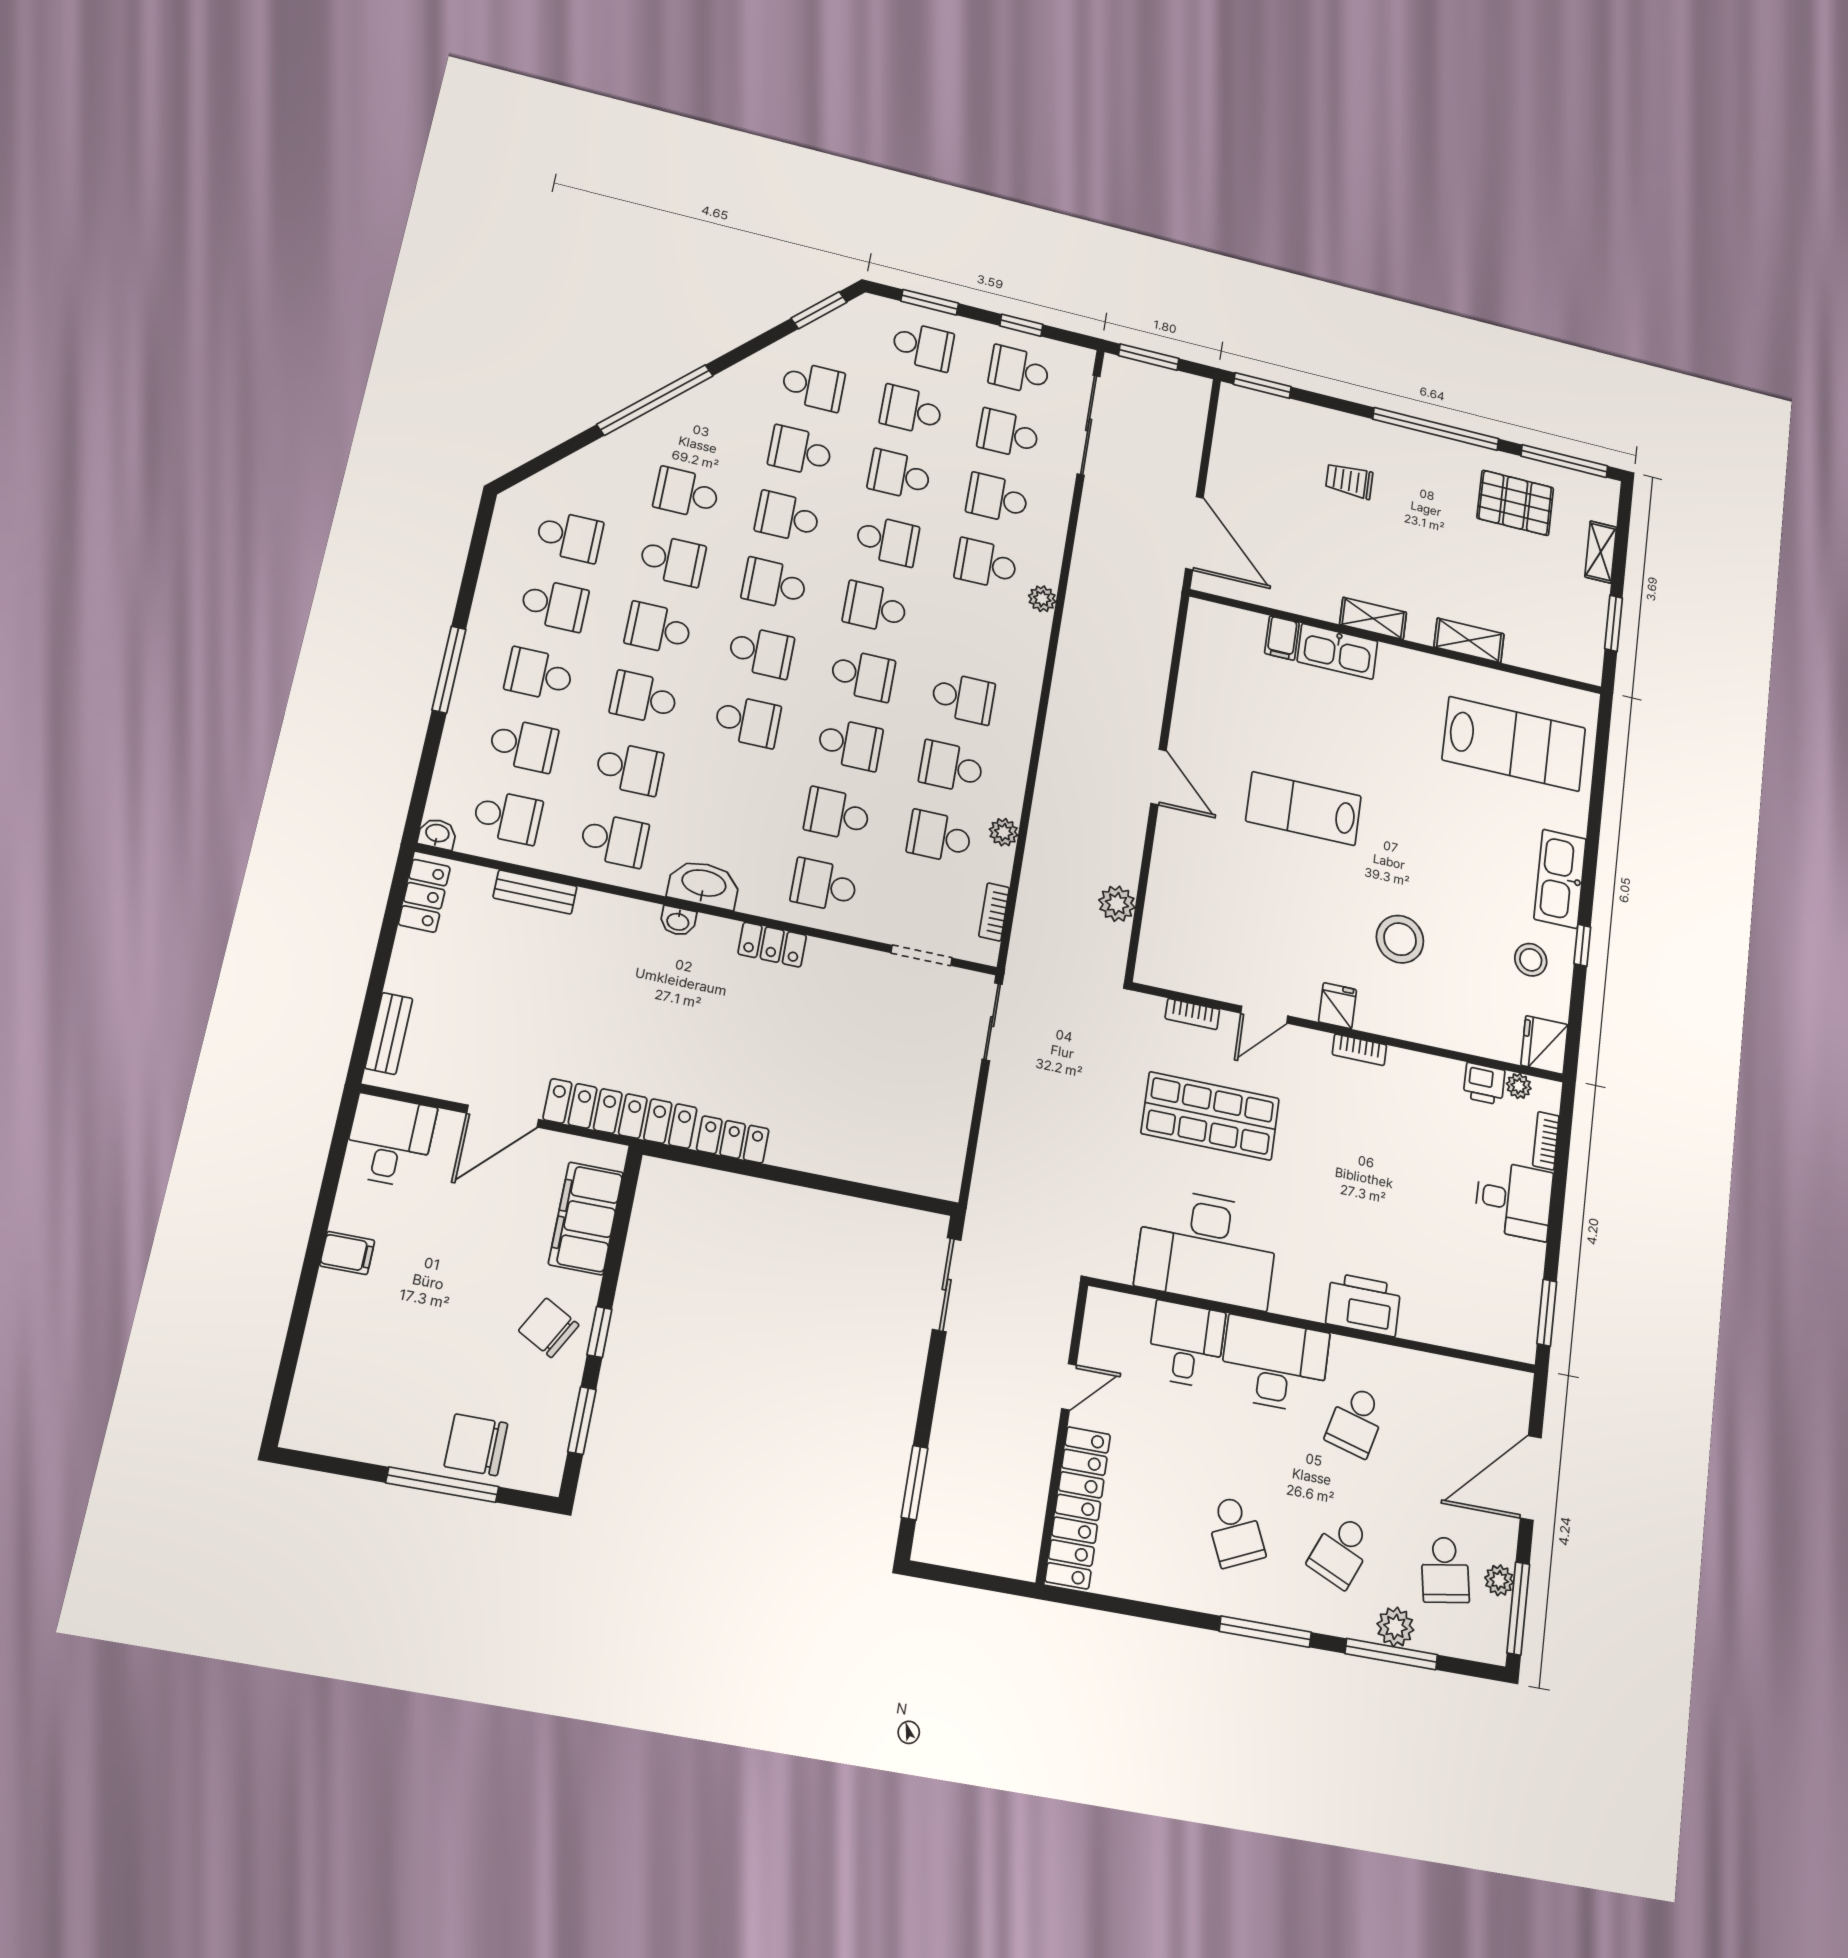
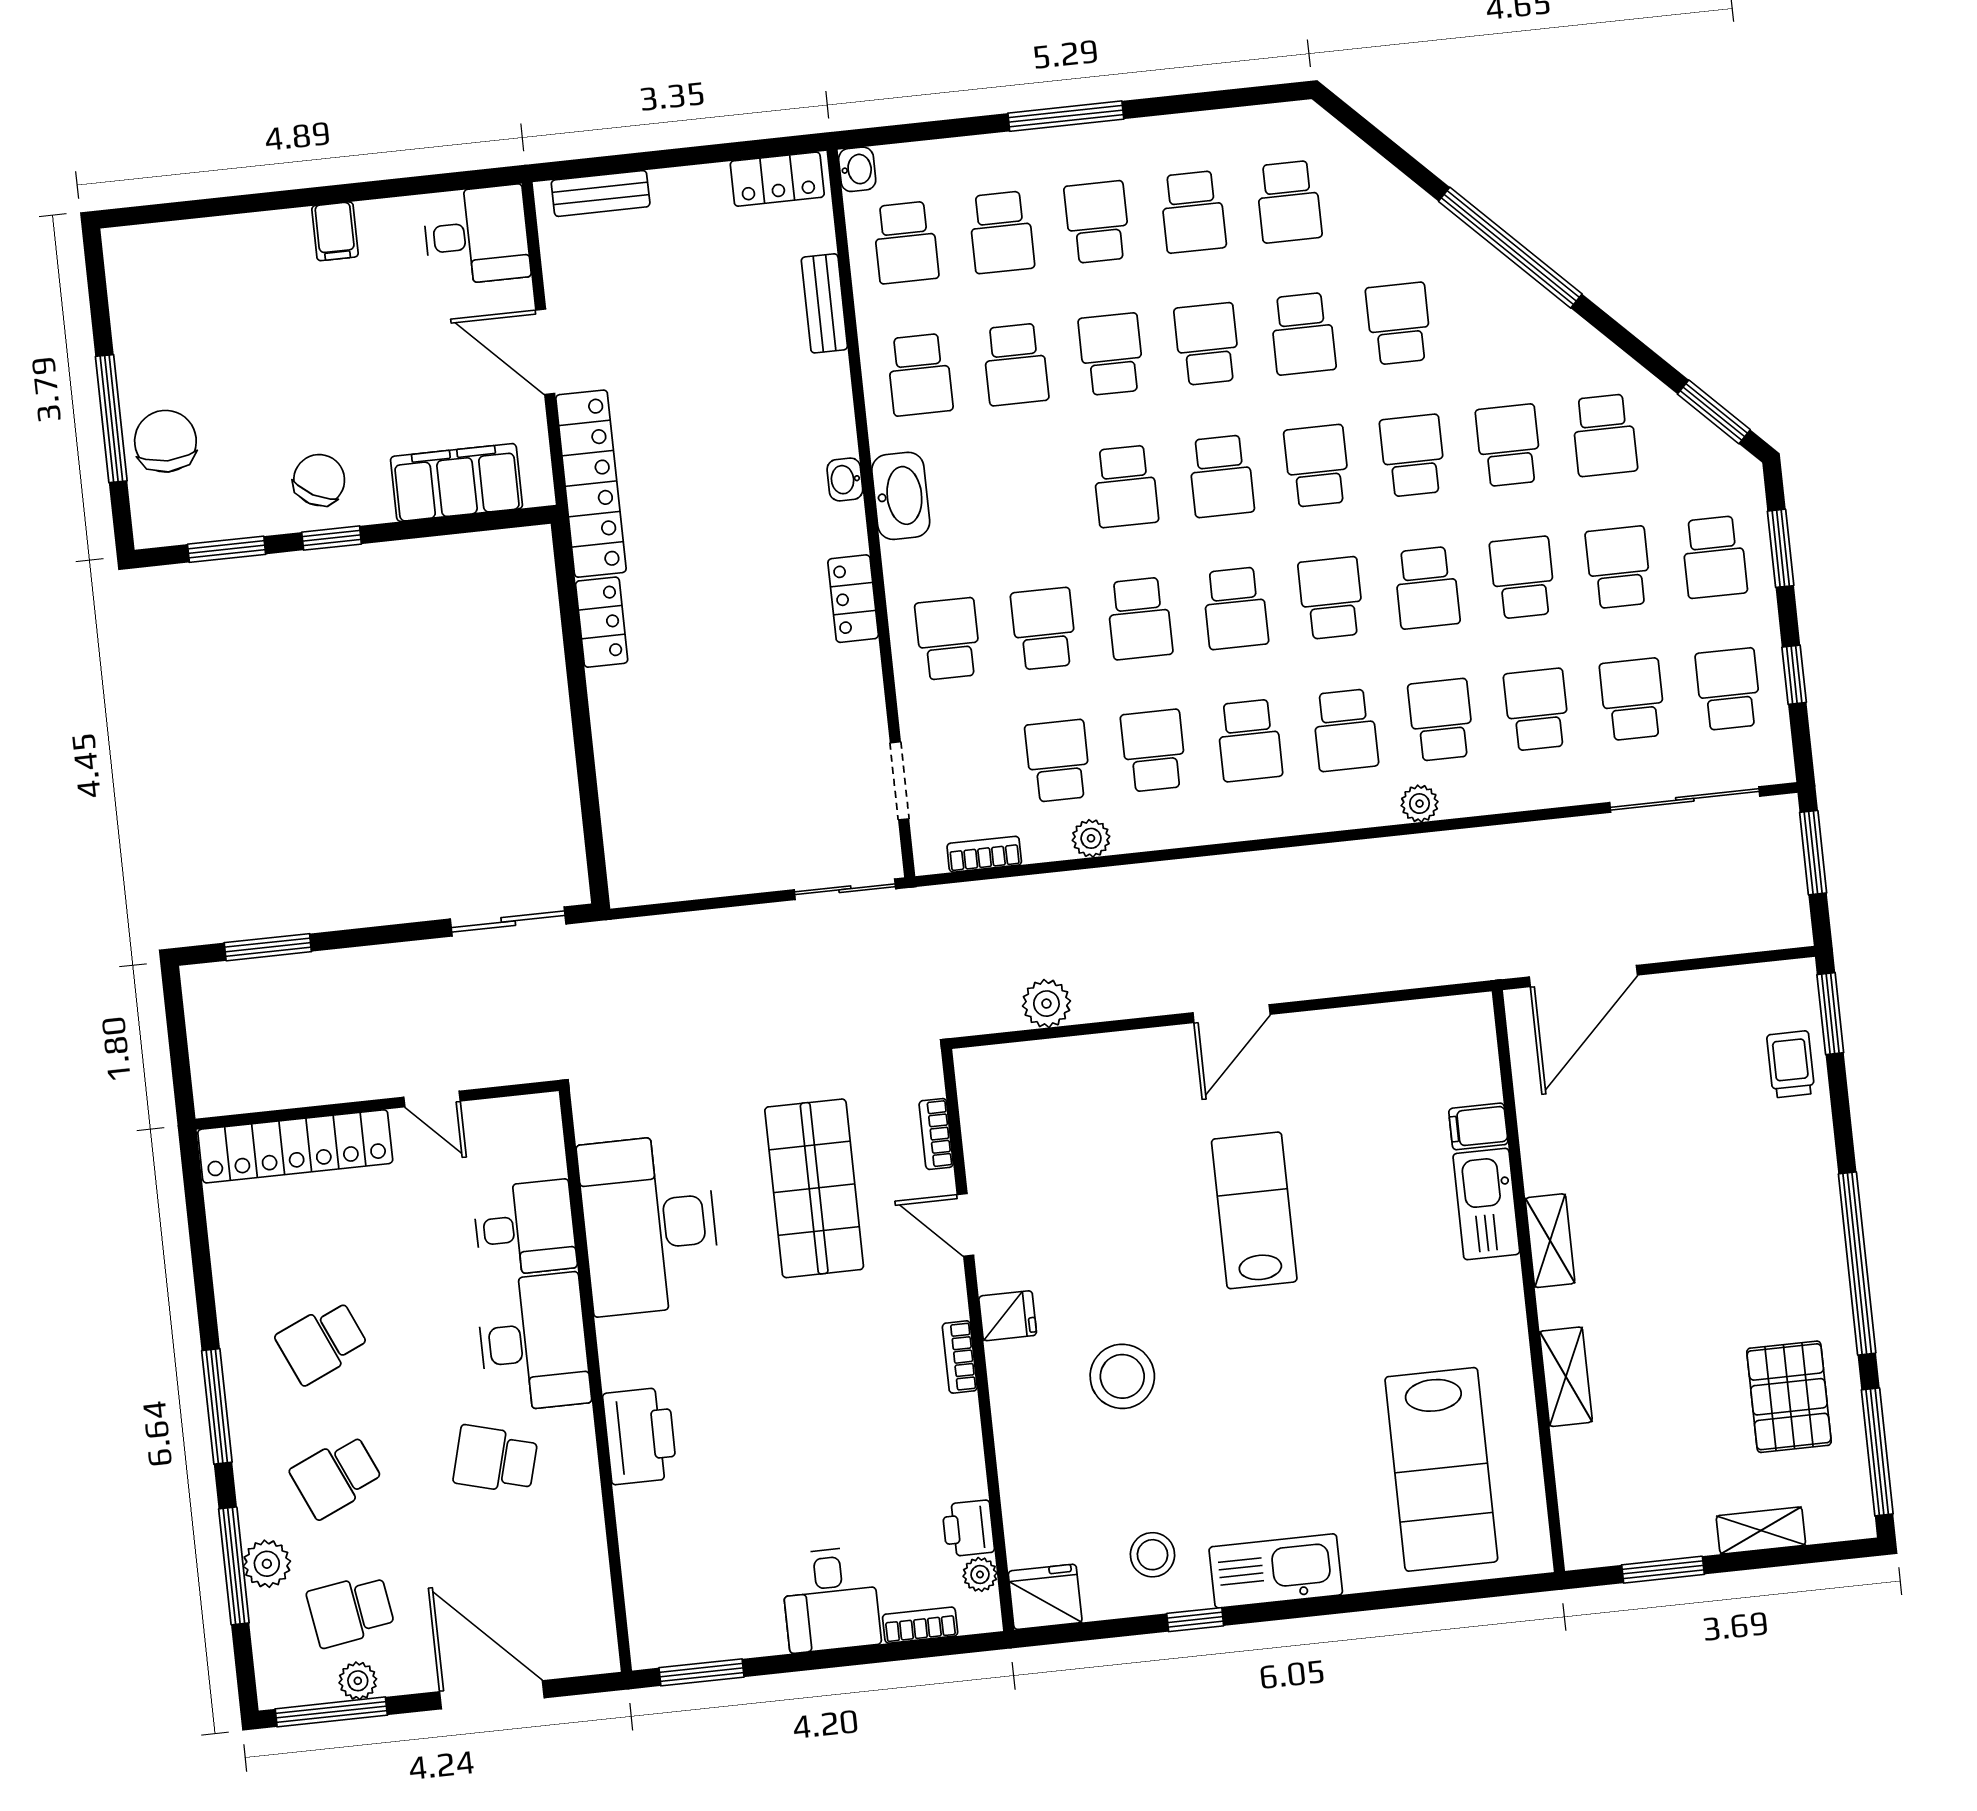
trolley: (1349, 481) -> (1791, 1064), moved
school desk: (975, 630) -> (1345, 730), added
school desk: (1341, 1551) -> (336, 1476), turned -48

